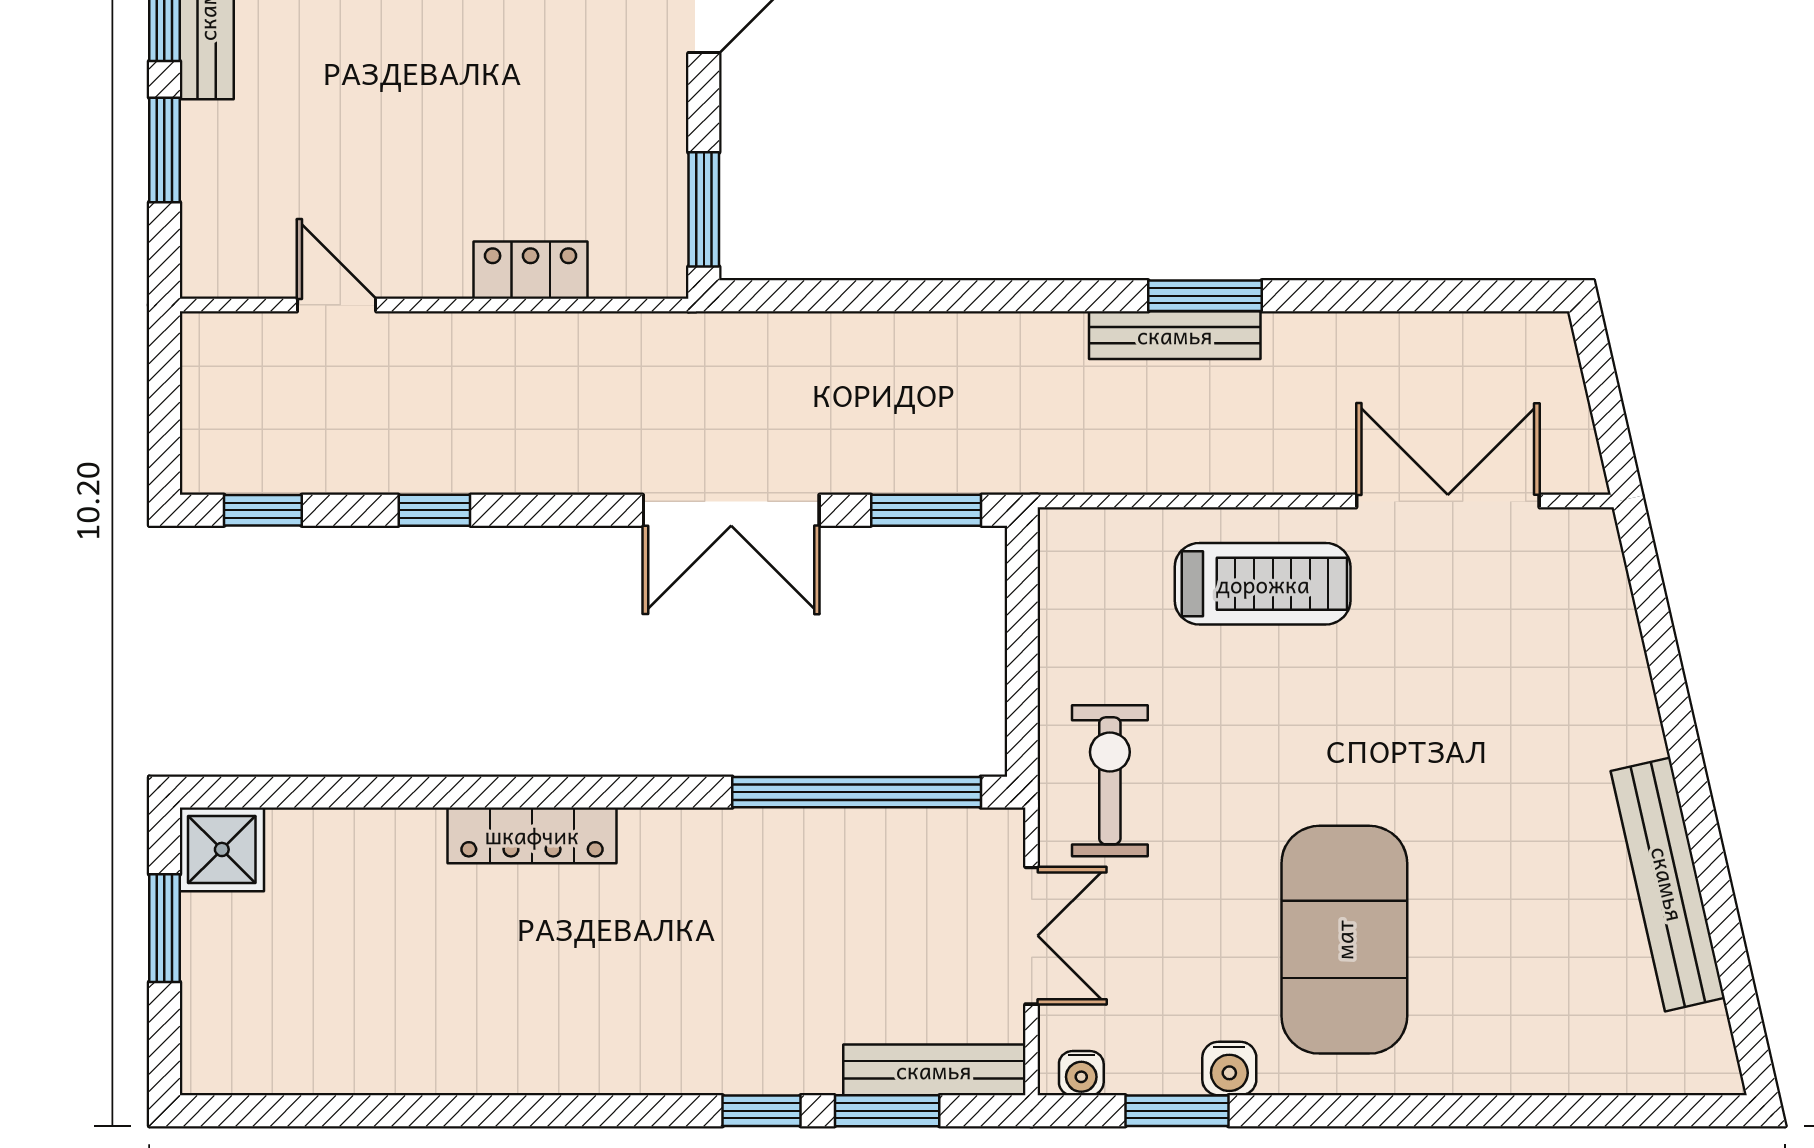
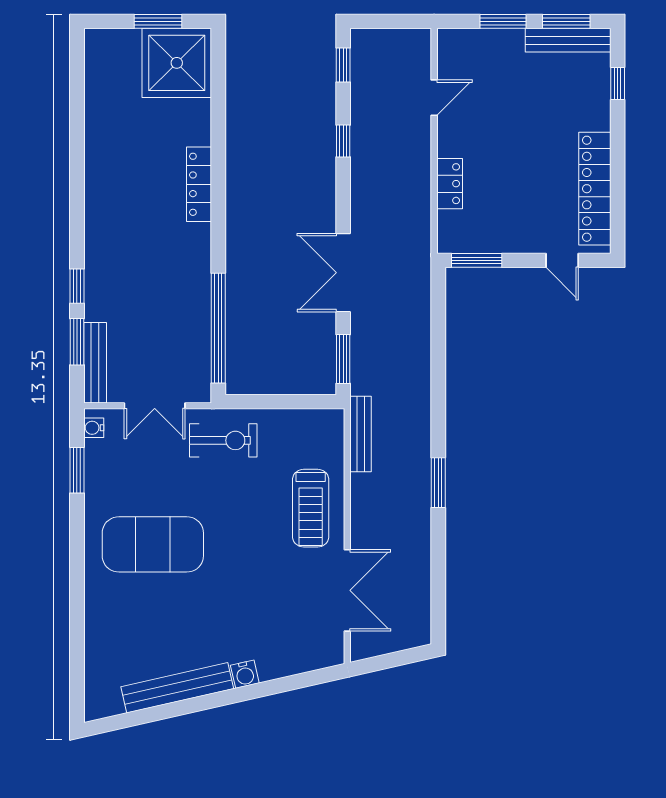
bench: (1175, 335) -> (361, 434), moved
shower: (222, 849) -> (177, 63), width x1.86, depth x1.86
water cooler: (1229, 1069) -> (245, 674), moved, turned -103

